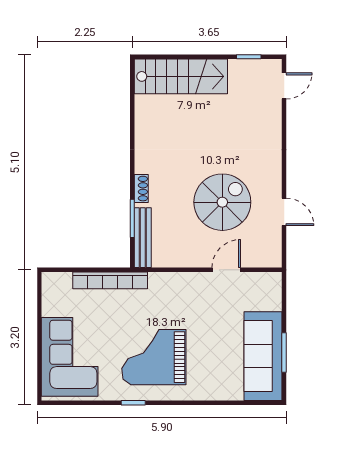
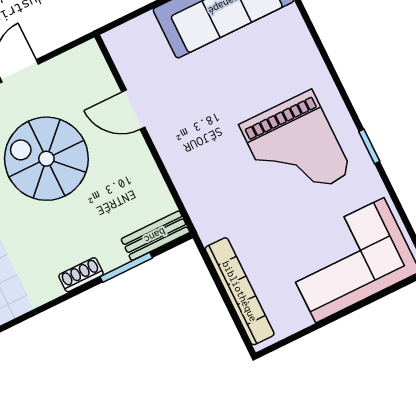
bench: (143, 238) -> (155, 236), width x0.73
bookcase: (110, 280) -> (240, 291), moved

